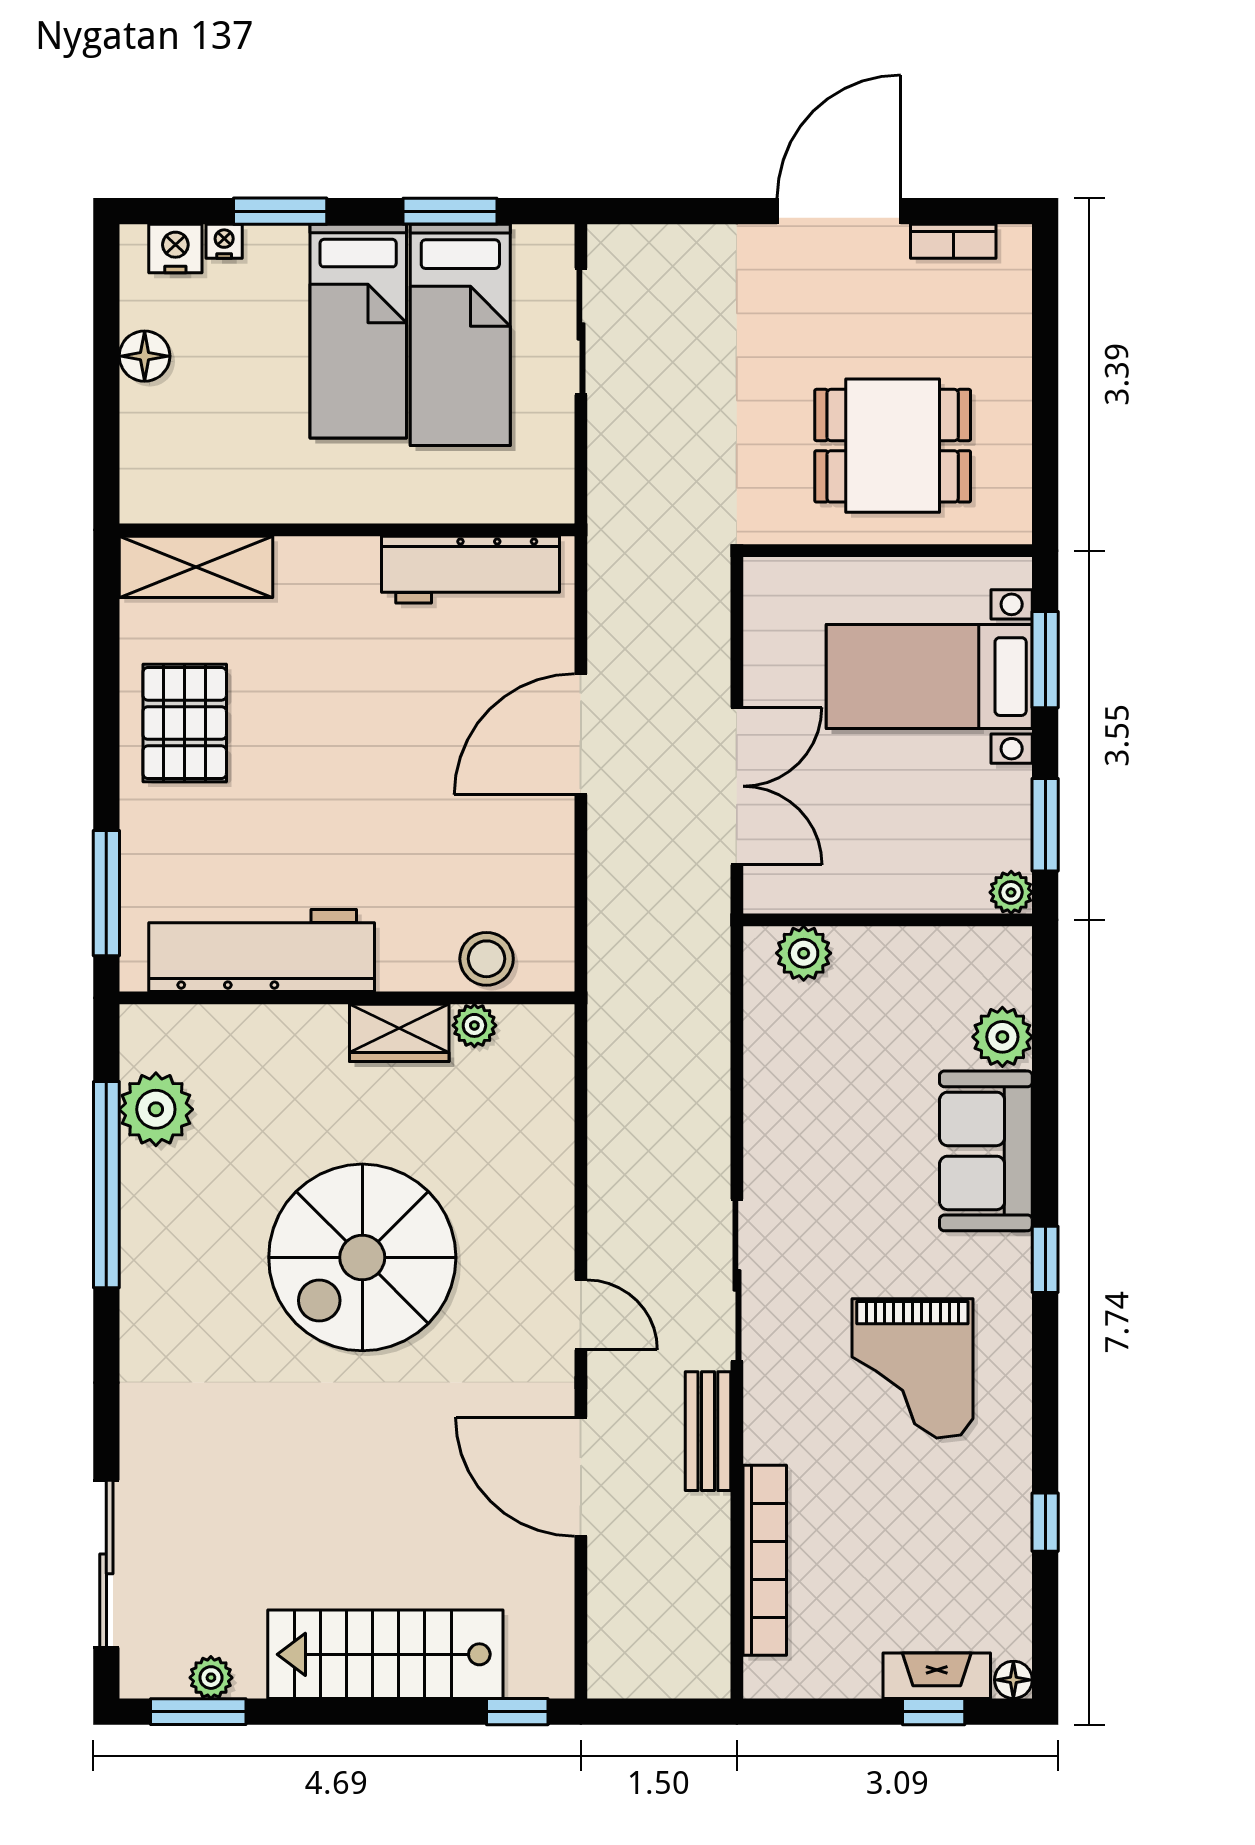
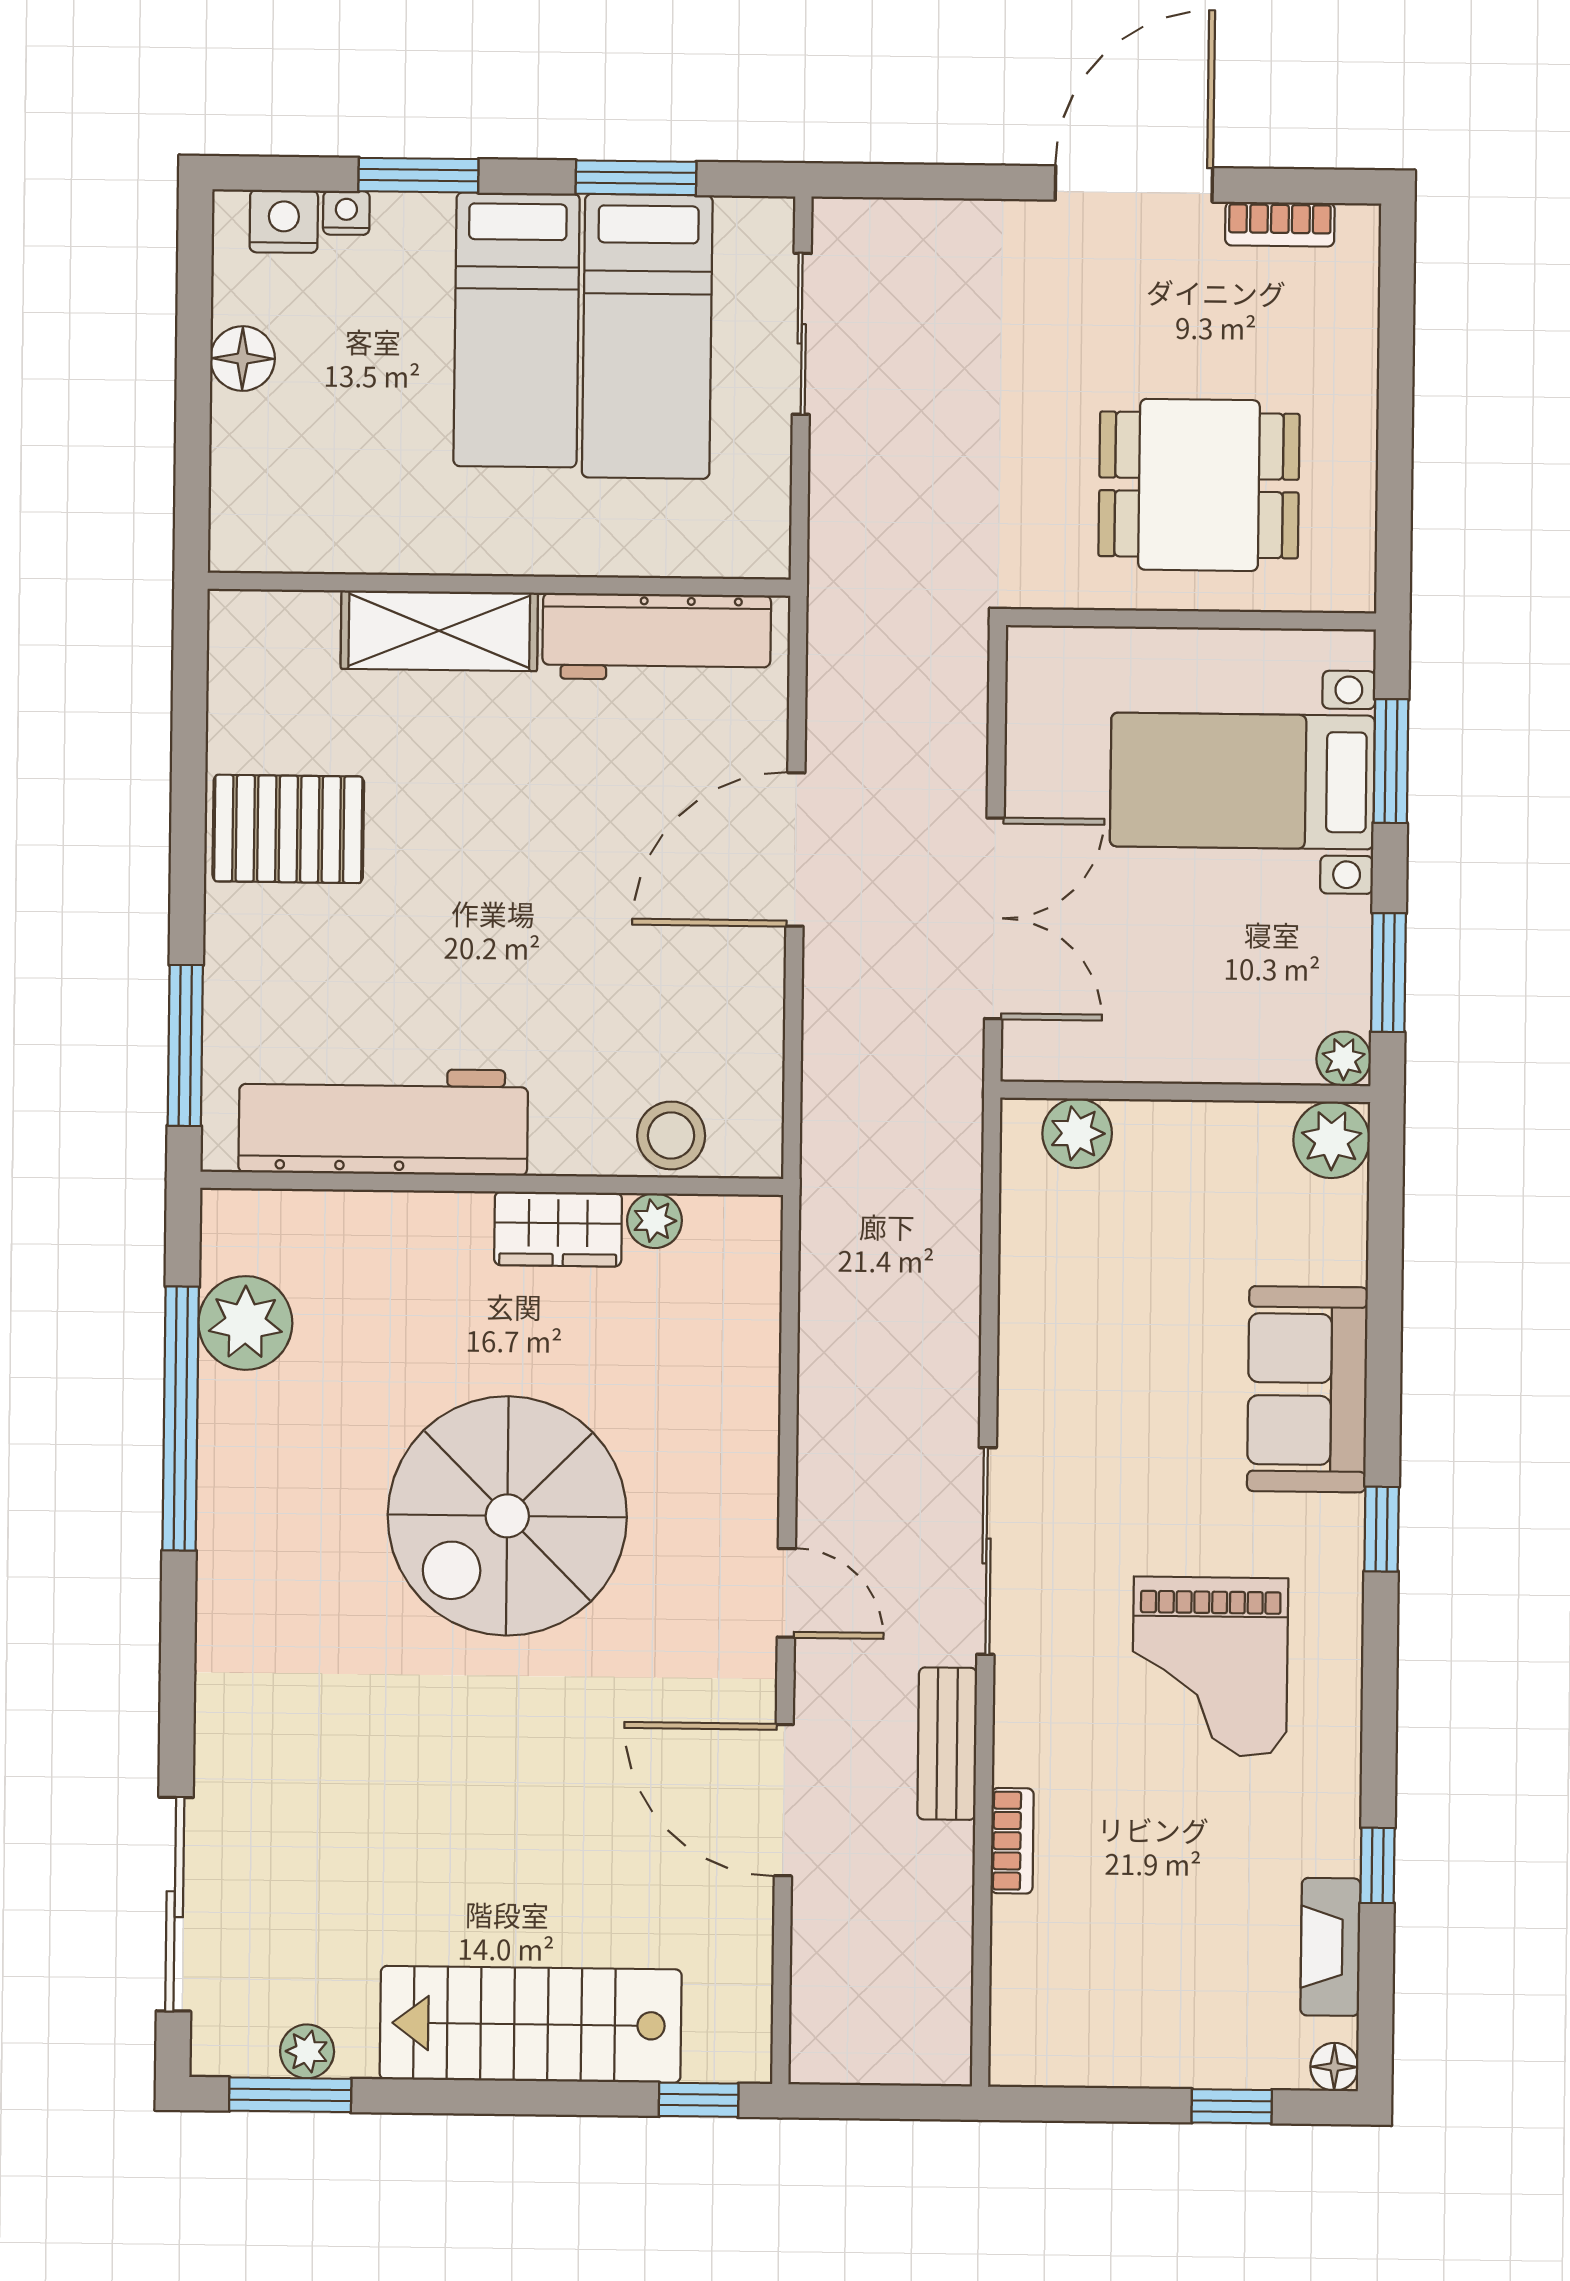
shelving: (196, 567) -> (439, 631), moved
pallet: (185, 723) -> (288, 829), turned 90
plant: (1002, 1037) -> (1332, 1140), moved
bookcase: (765, 1560) -> (1012, 1841), width x0.43, depth x0.76
fireplace: (937, 1676) -> (1330, 1947), moved, turned -90

